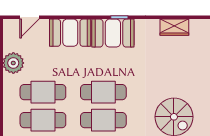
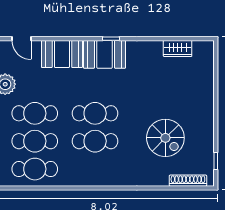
door: (30, 17) -> (21, 39), hinge flipped
wardrobe: (174, 27) -> (178, 48), moved

